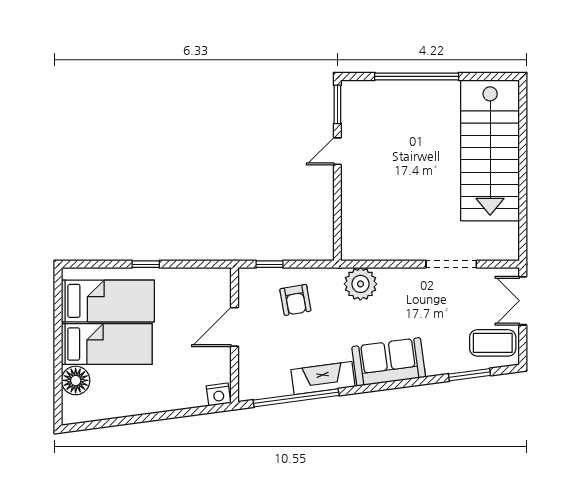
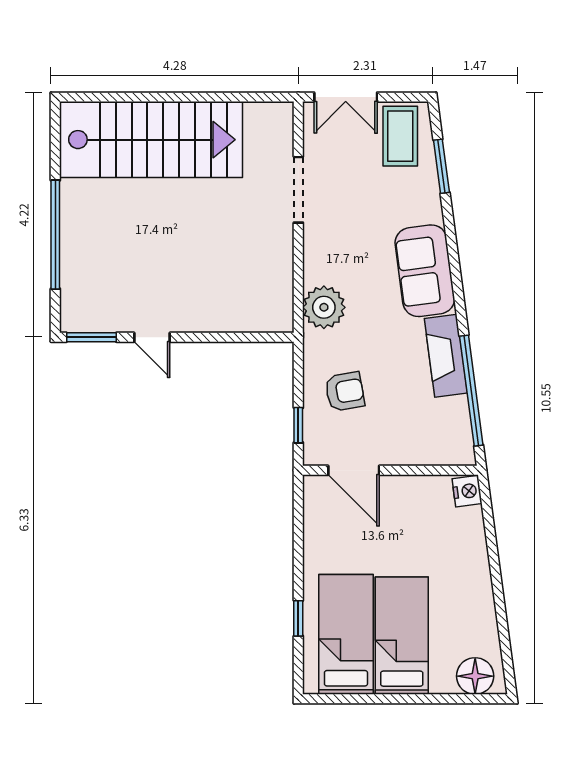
window: (146, 264) -> (298, 618), moved
door: (235, 327) -> (354, 470), moved
floor lamp: (76, 380) -> (475, 676), moved

